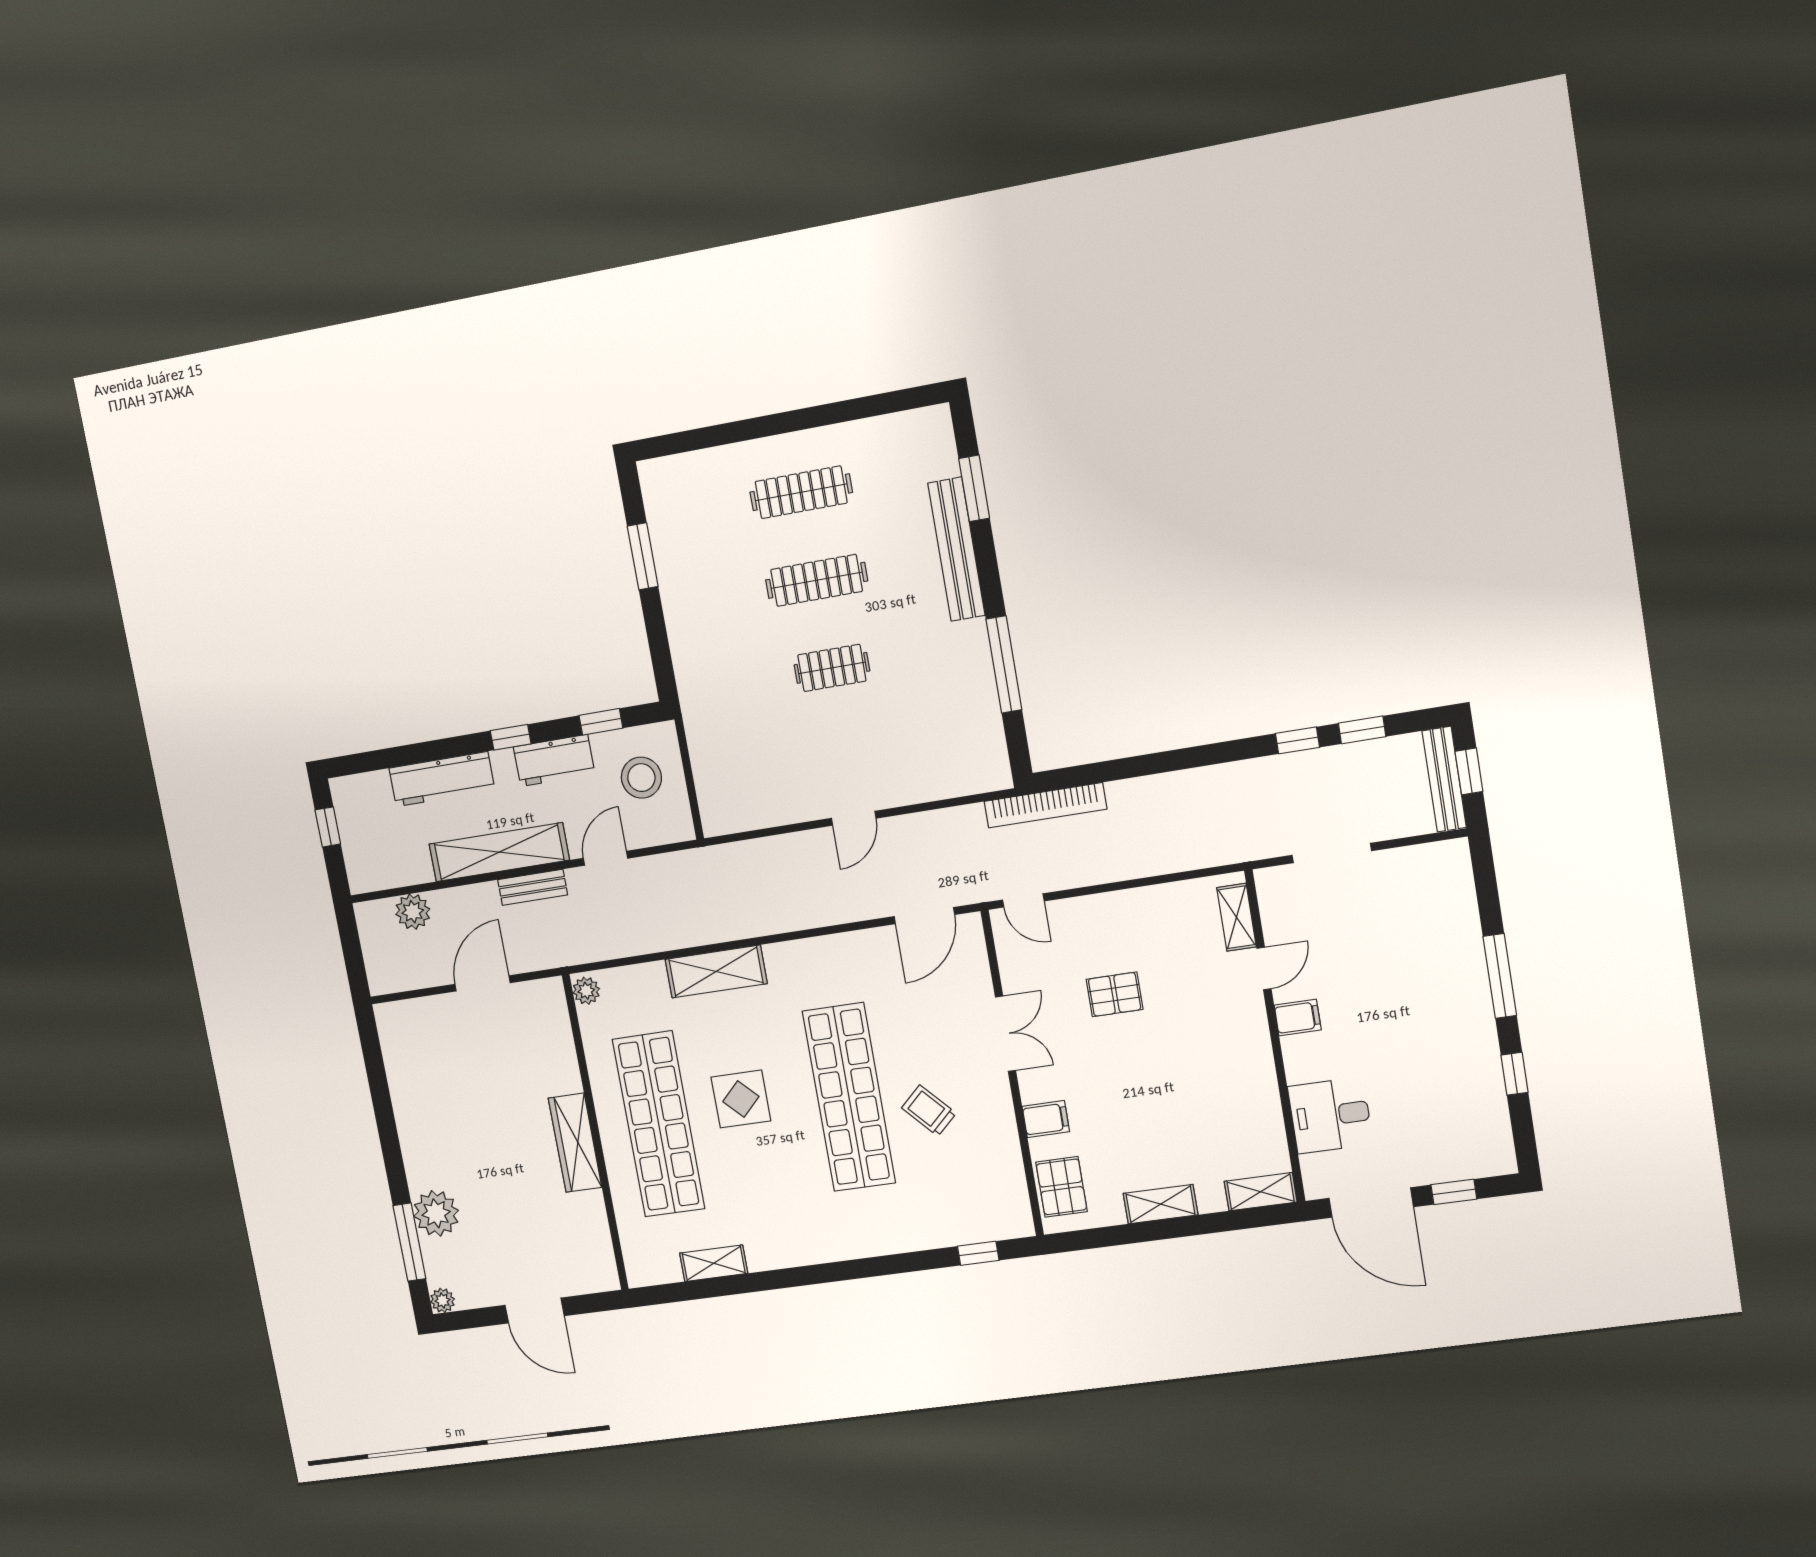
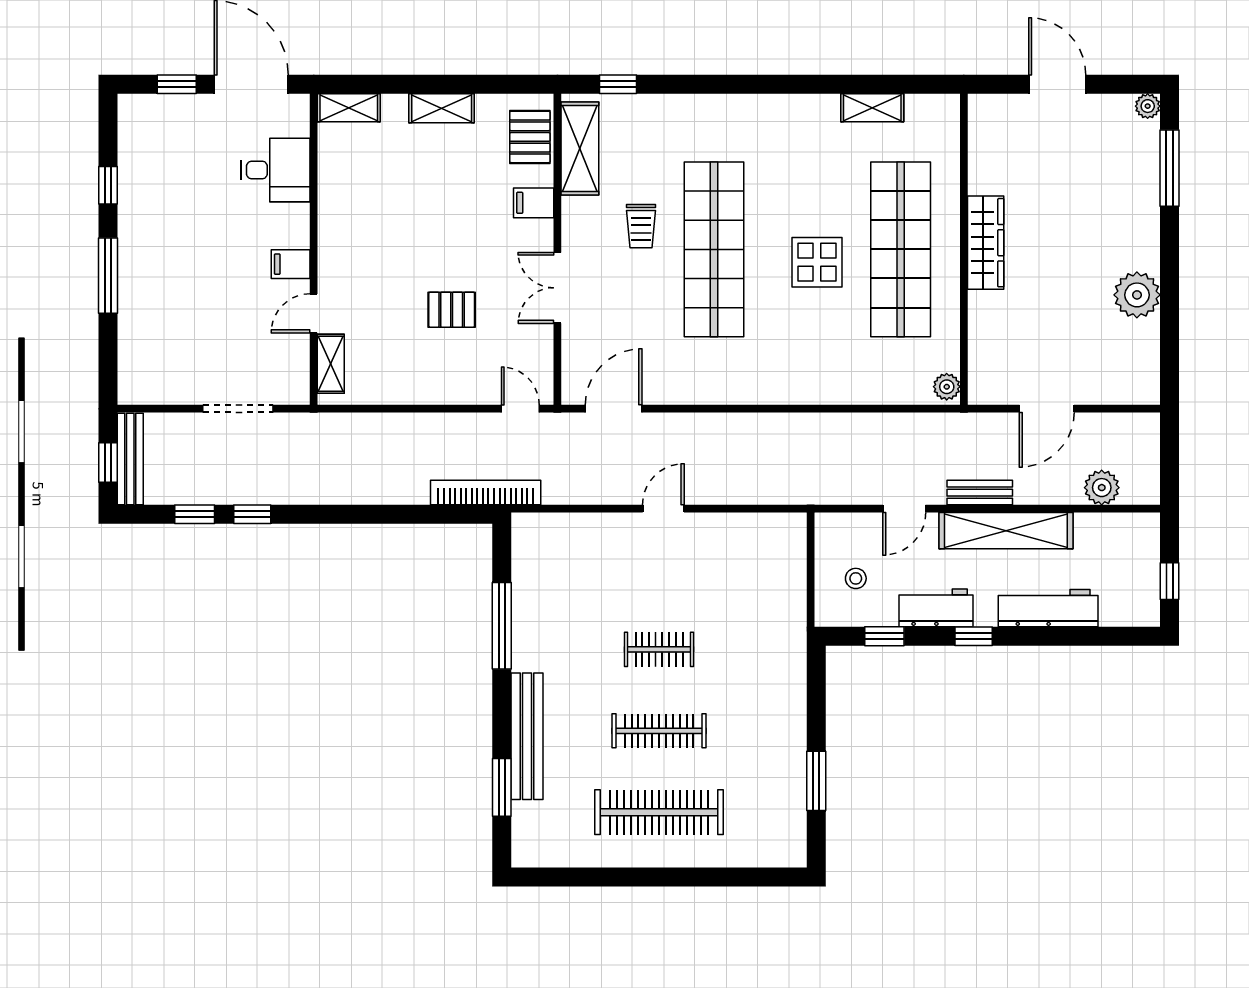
clothes rail: (801, 492) -> (659, 812), width x1.37, depth x1.31
stool: (641, 778) -> (856, 578), width x0.53, depth x0.53
shelving: (716, 971) -> (580, 149), moved, turned 90
trolley: (929, 1111) -> (641, 226), turned 43
plant: (436, 1213) -> (1137, 295), moved

